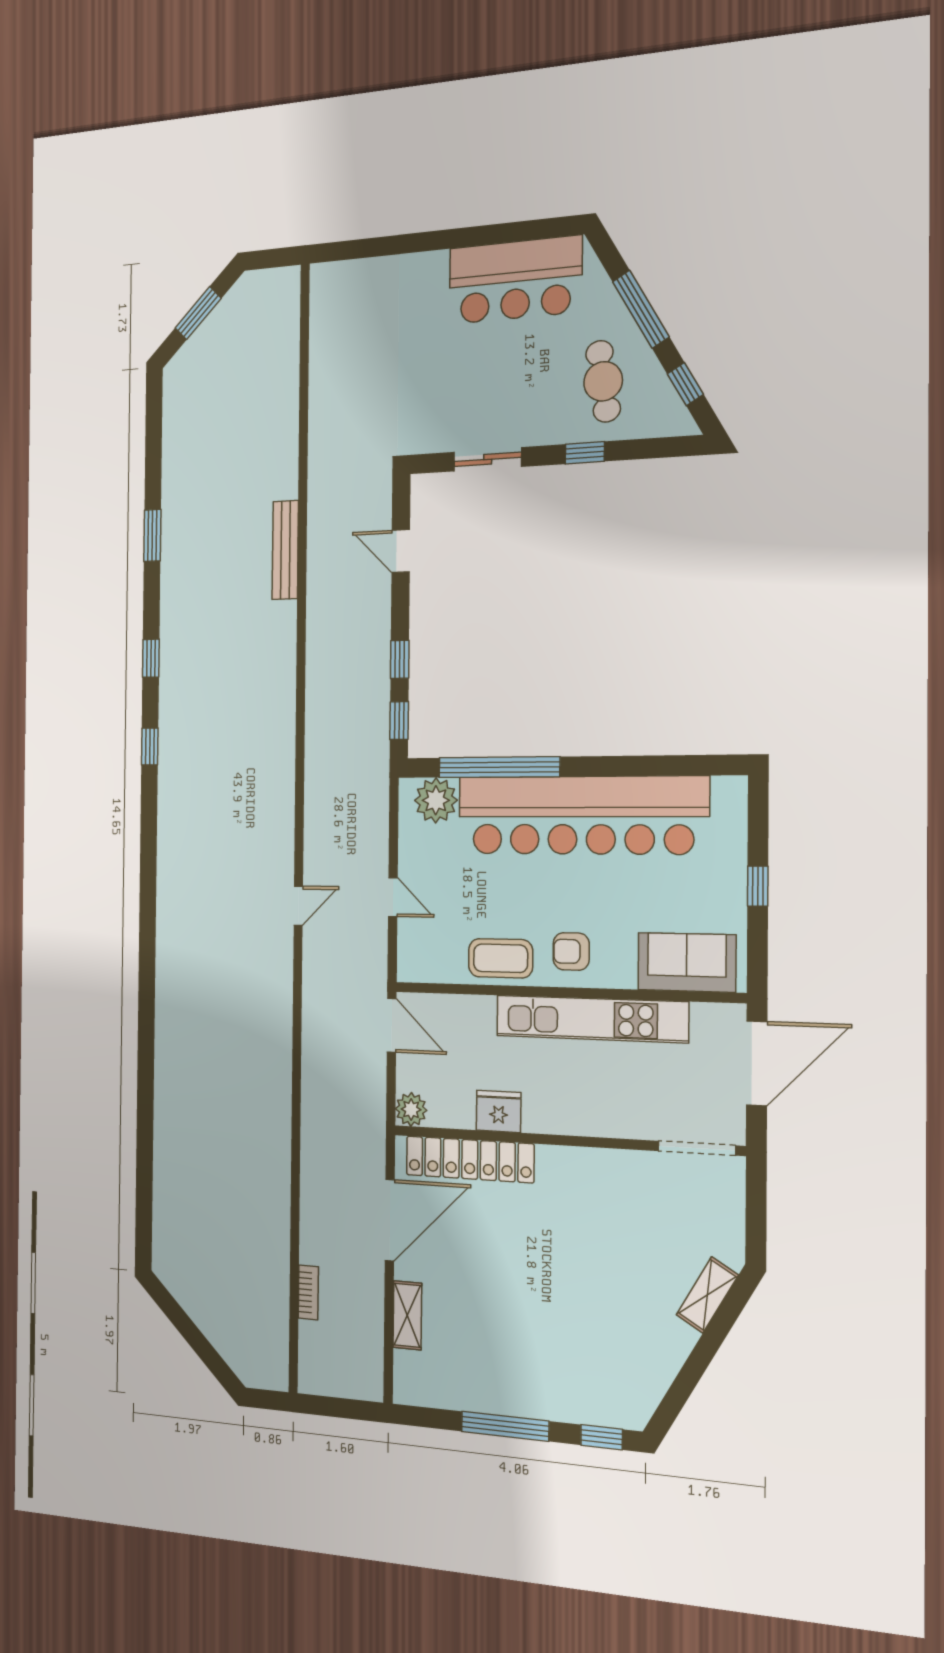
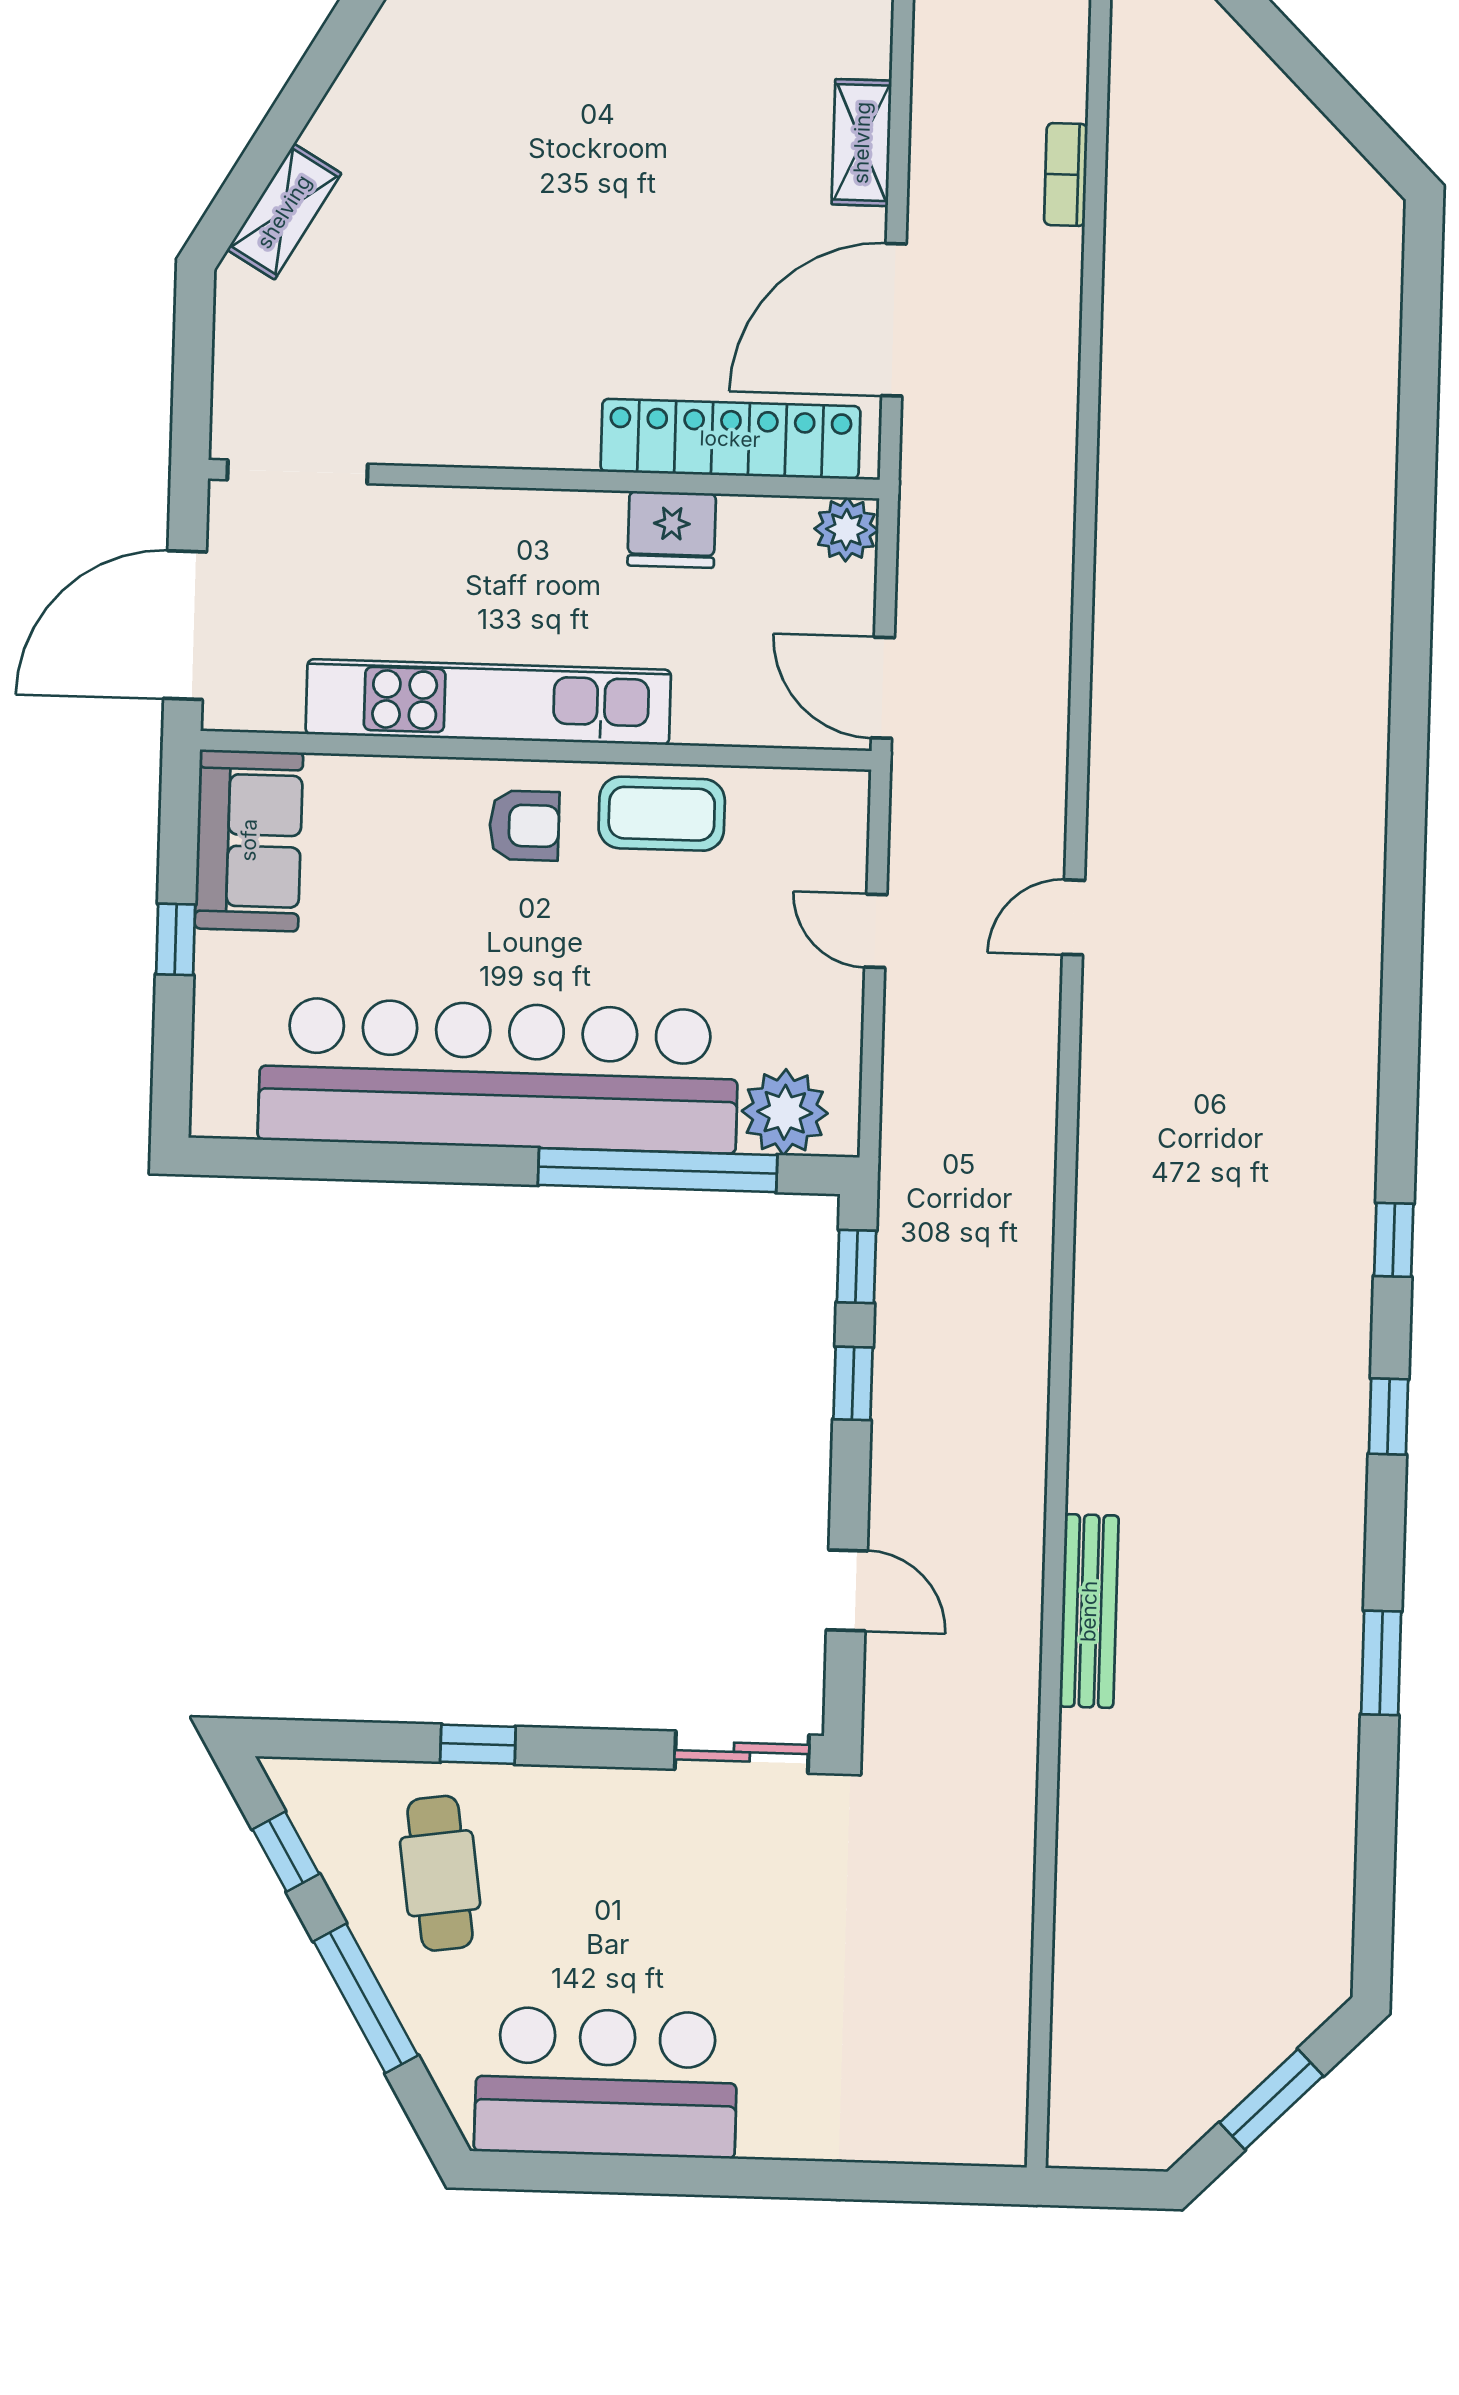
sliding door: (488, 459) -> (742, 1752), moved
sofa: (687, 962) -> (249, 840), moved, turned -90

